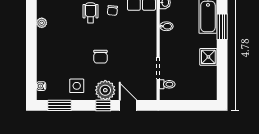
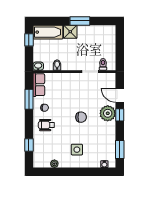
window: (222, 27) -> (80, 21), moved
shower: (208, 57) -> (70, 32), moved
side table: (77, 86) -> (77, 150), moved
door: (128, 105) -> (120, 95), hinge flipped

